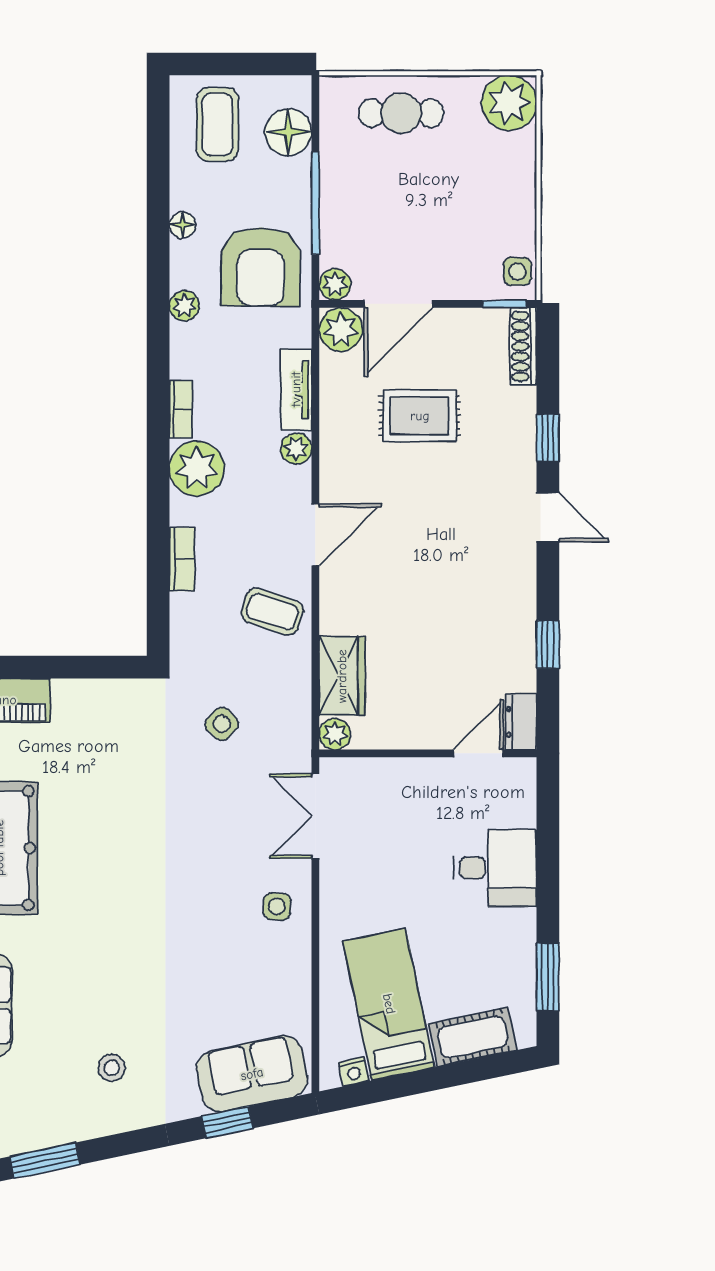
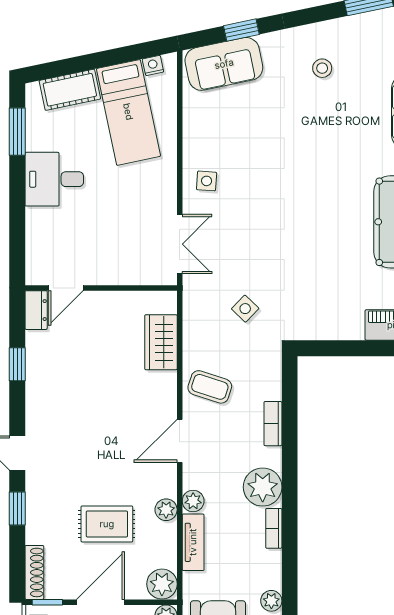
door: (398, 304) -> (100, 602), moved
plant: (335, 734) -> (166, 510), moved
desk: (495, 868) -> (54, 179), moved

